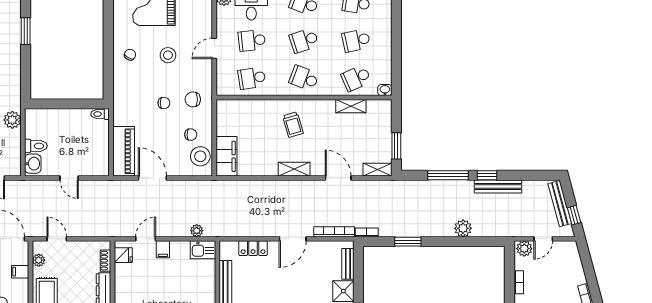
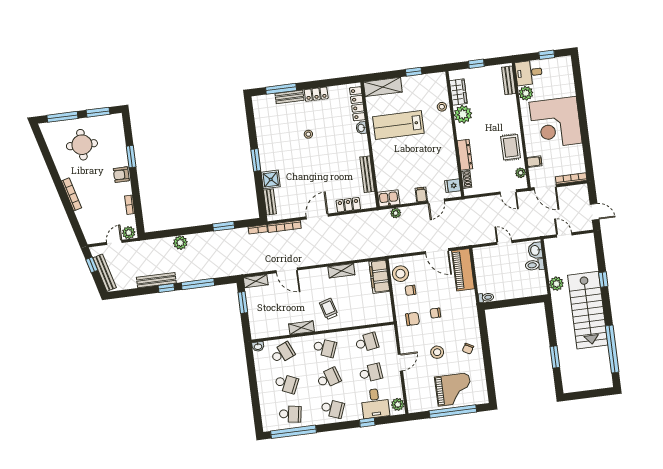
school desk: (356, 40) -> (286, 384), turned 36
shelving: (351, 106) -> (301, 328), moved
shelving: (294, 169) -> (341, 271), moved

